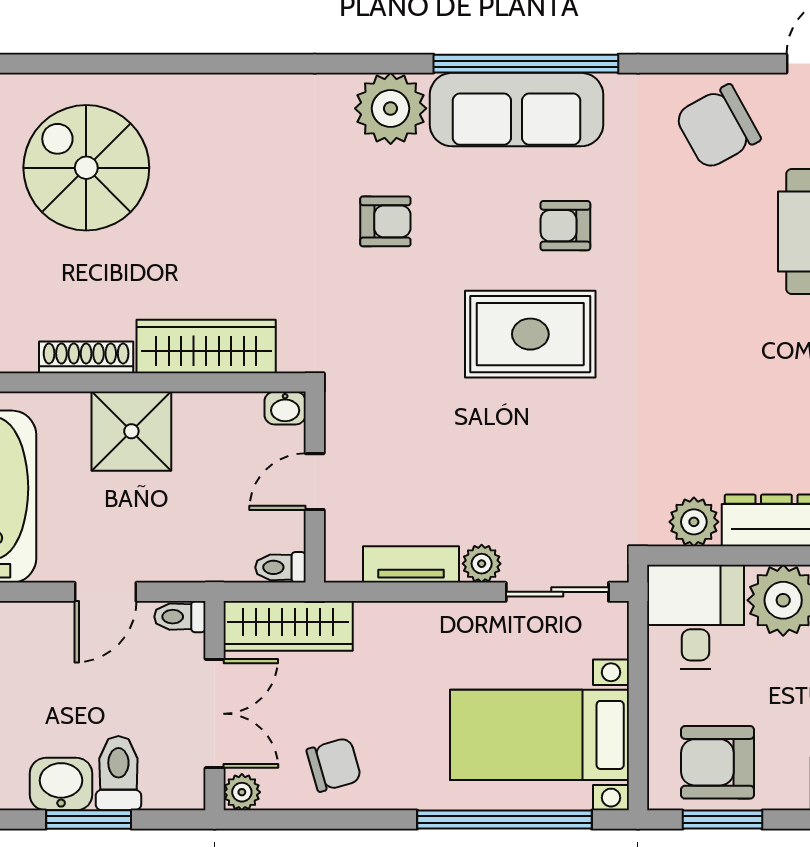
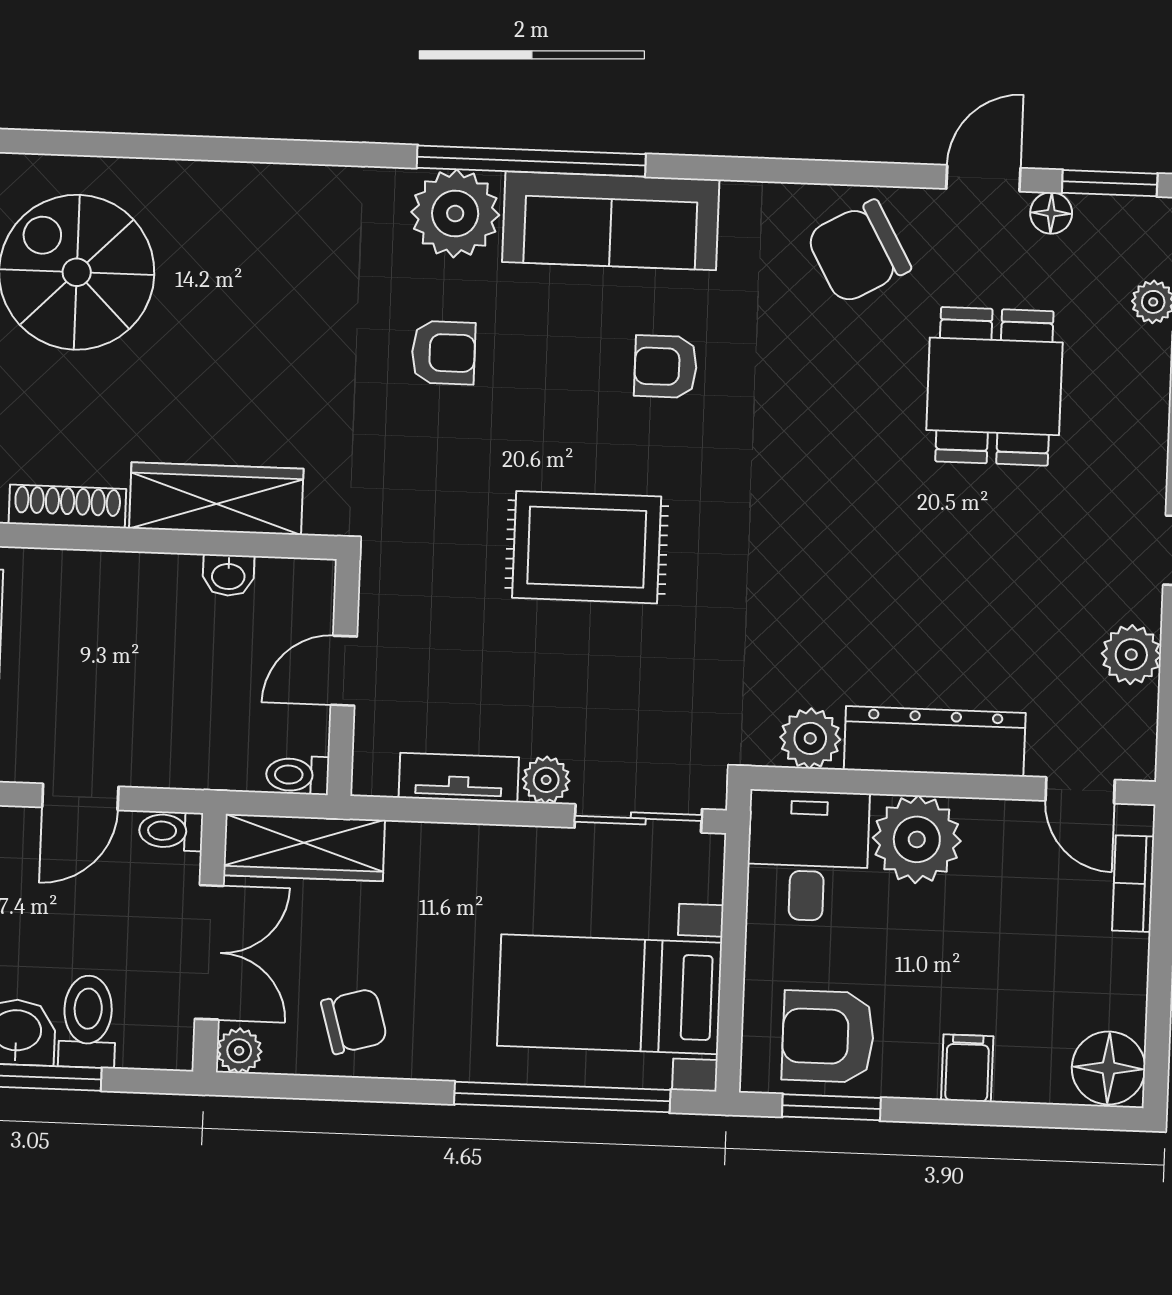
window: (526, 64) -> (531, 161), moved
rug: (530, 334) -> (587, 547), moved
washbasin: (285, 408) -> (228, 575), moved
shower: (131, 431) -> (120, 600), removed

